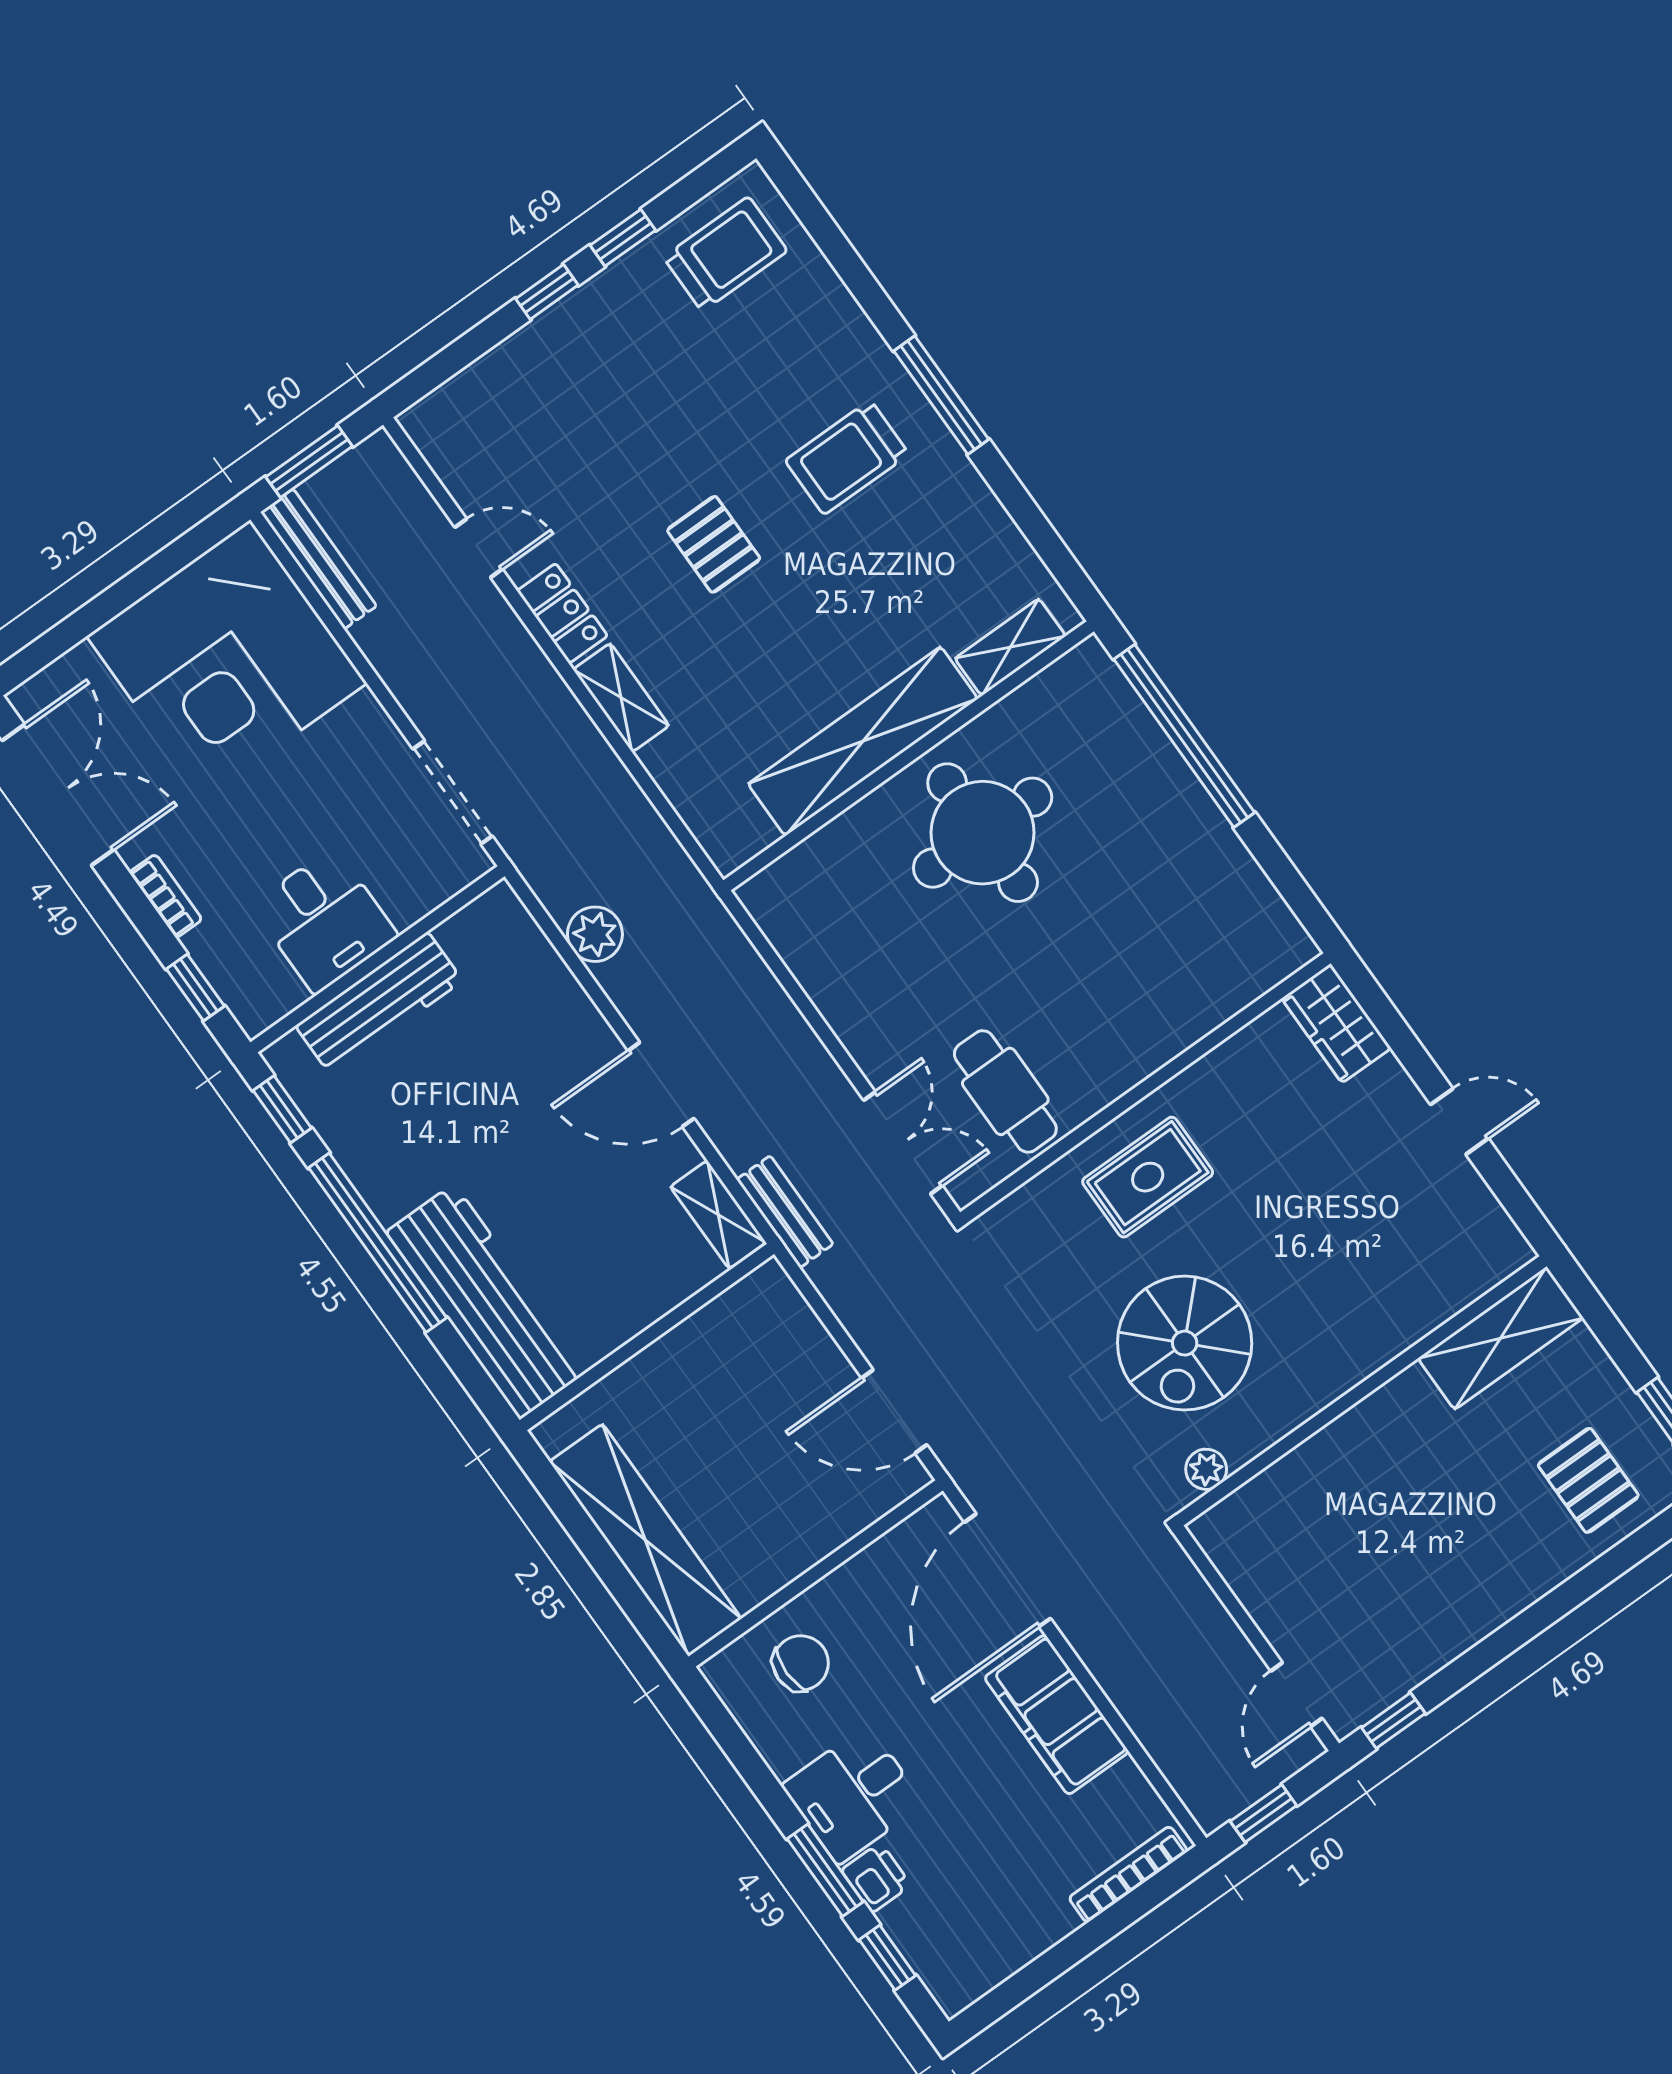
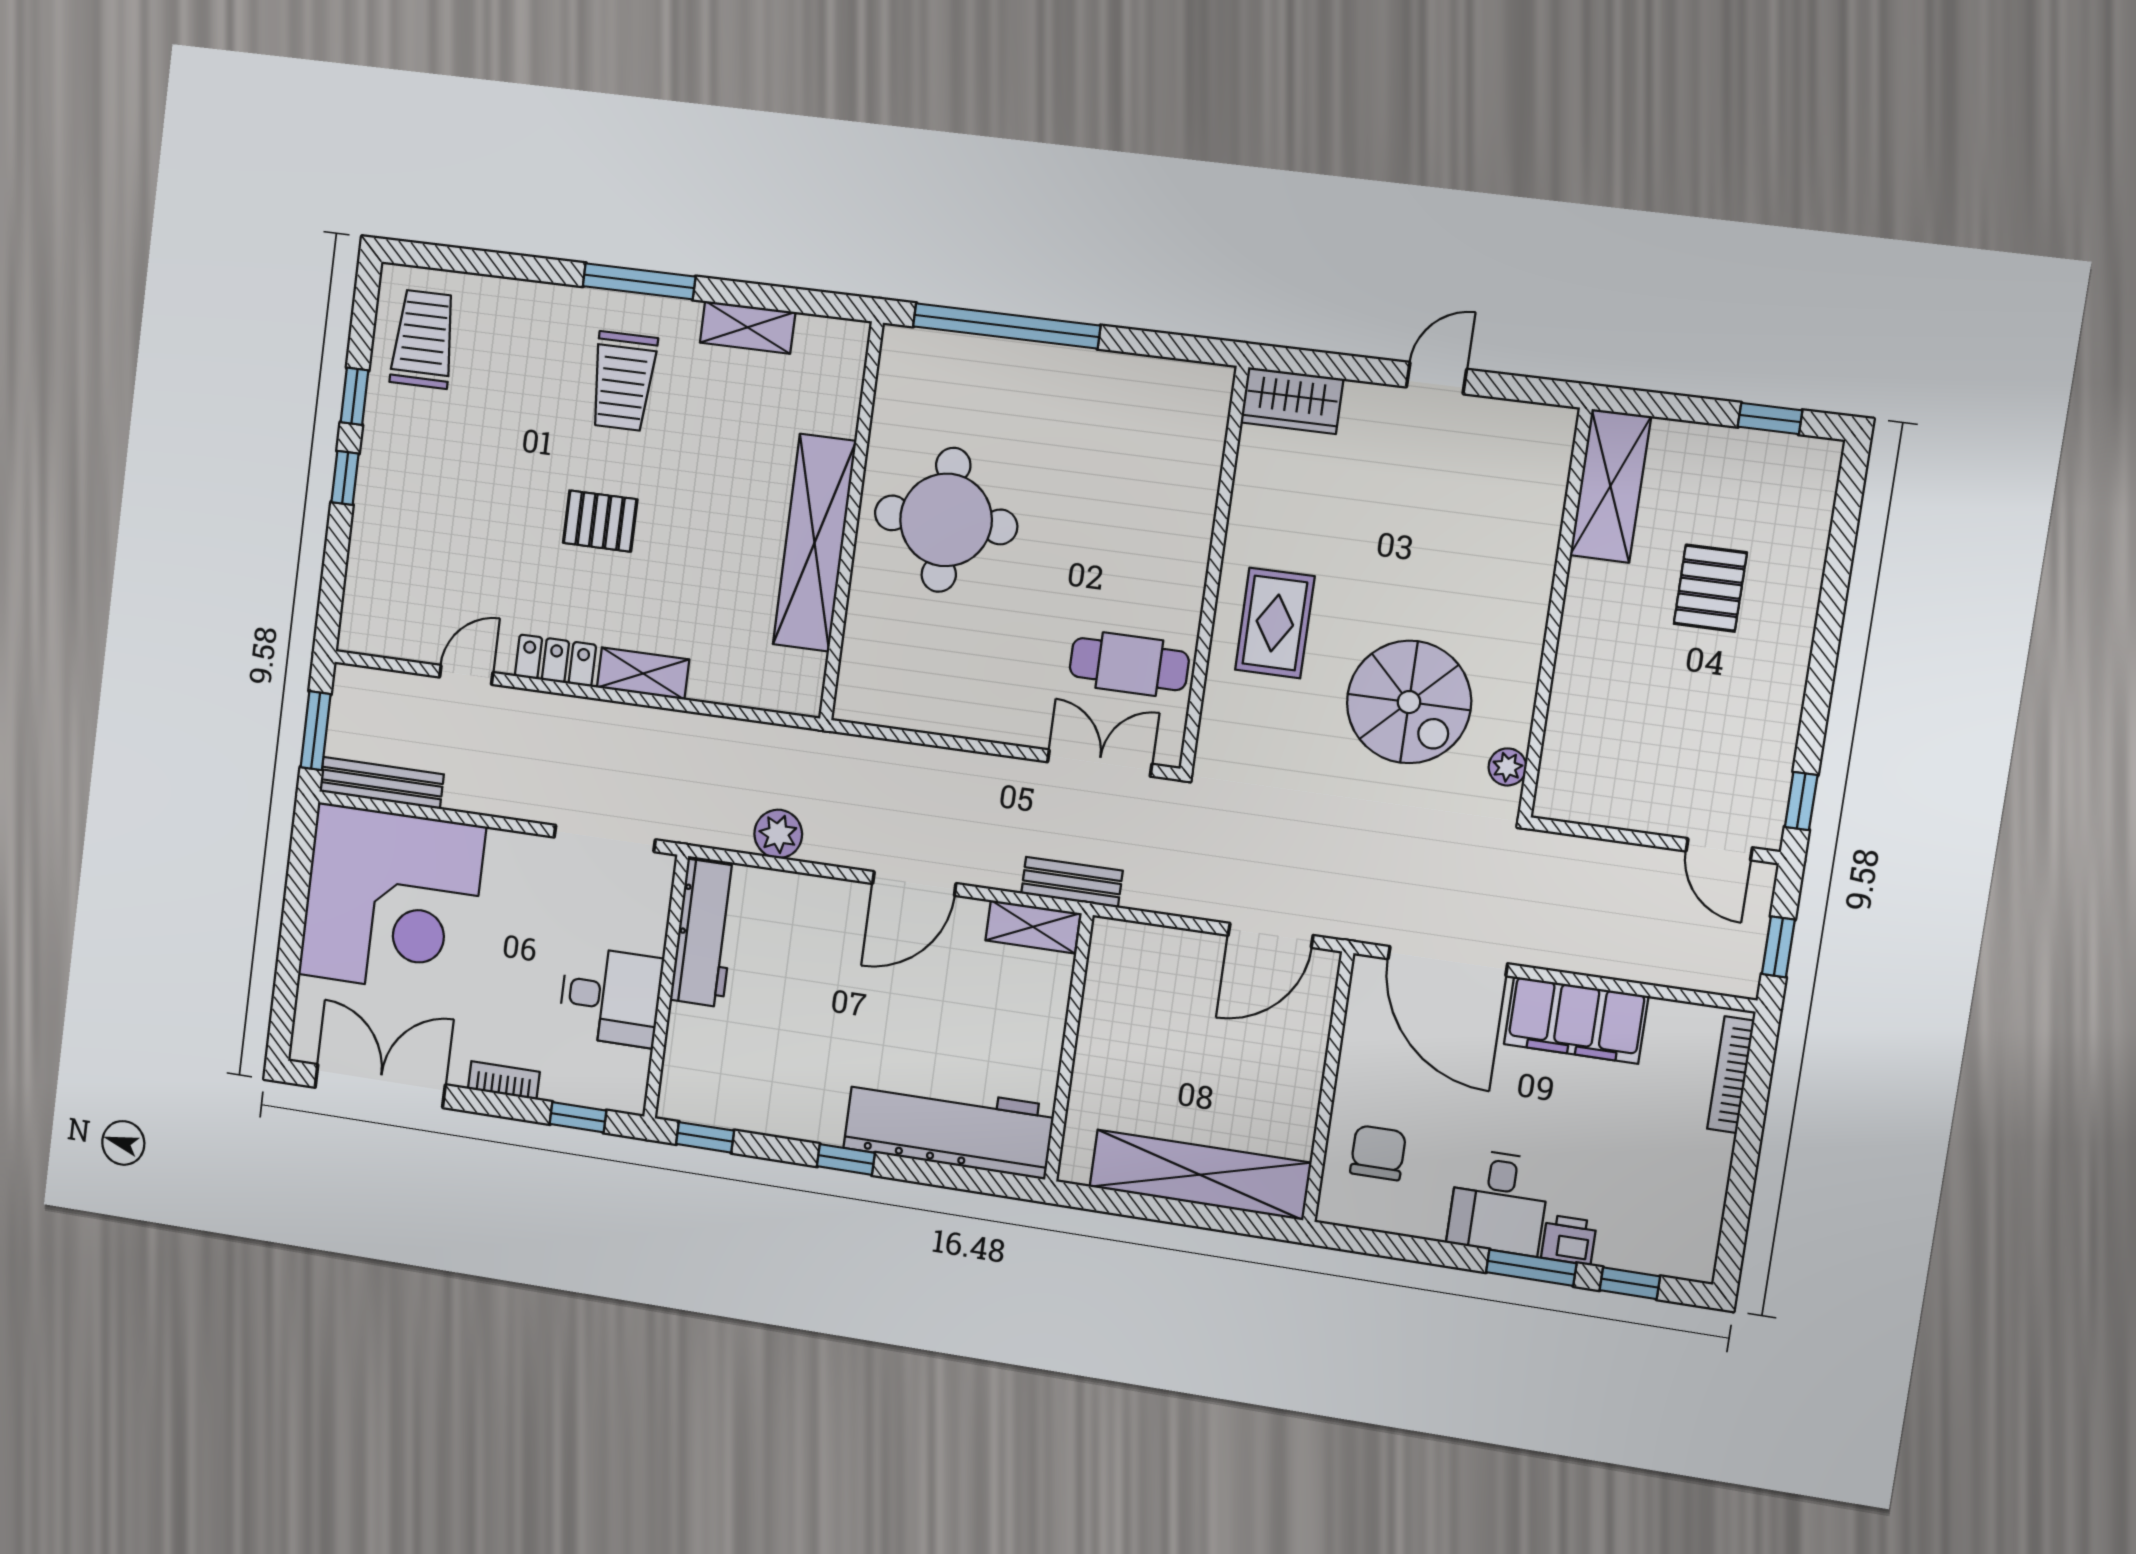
shelving: (1010, 647) -> (748, 327), moved, turned 90
workbench: (379, 1003) -> (705, 933), moved
window: (378, 1243) -> (846, 1160), width x0.32
pallet: (1588, 1480) -> (1710, 588), moved, turned 90

